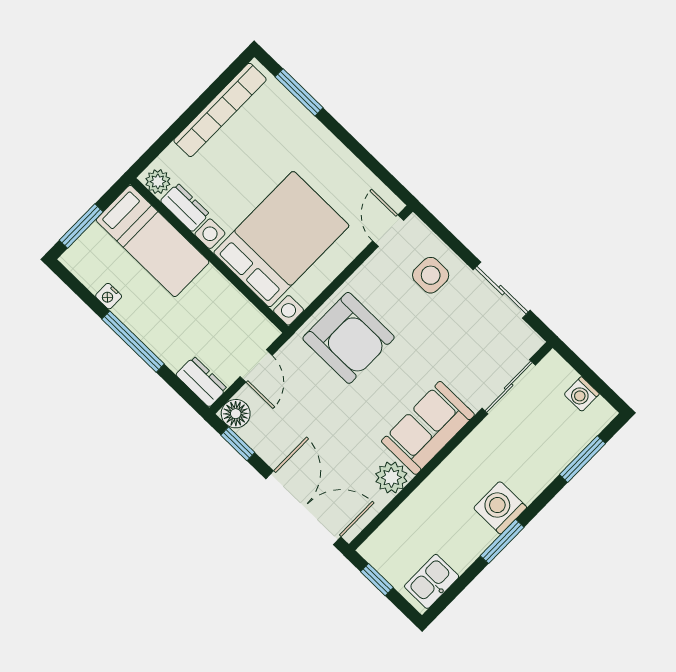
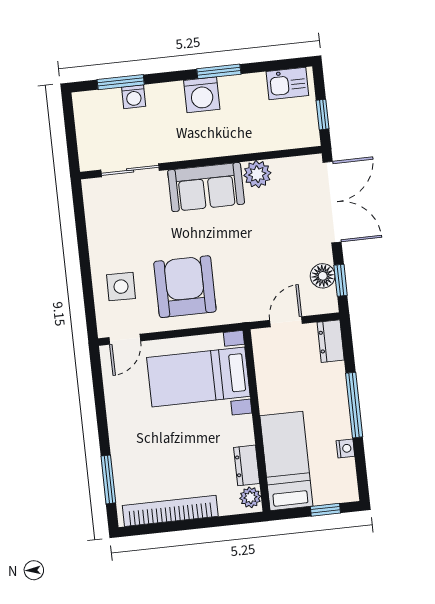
window: (81, 226) -> (325, 510), width x0.67
bed with nightstands: (281, 239) -> (198, 377), width x0.73
sliding door: (502, 290) -> (82, 238), removed
armchair: (349, 338) -> (185, 287), moved
washing machine: (582, 394) -> (134, 97), moved, turned 90
floor lamp: (236, 414) -> (323, 276), moved
double door: (303, 508) -> (332, 202), swing flipped

